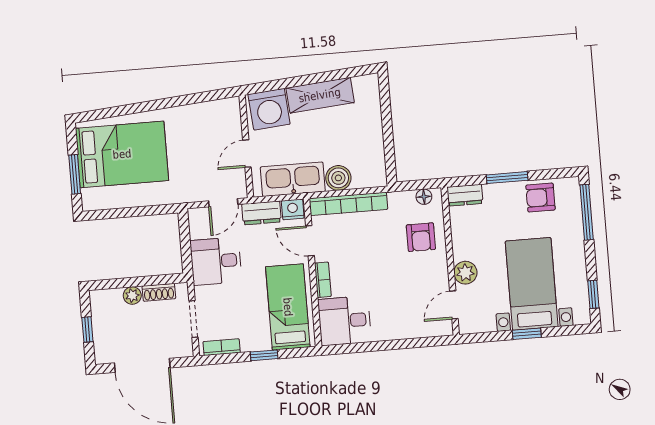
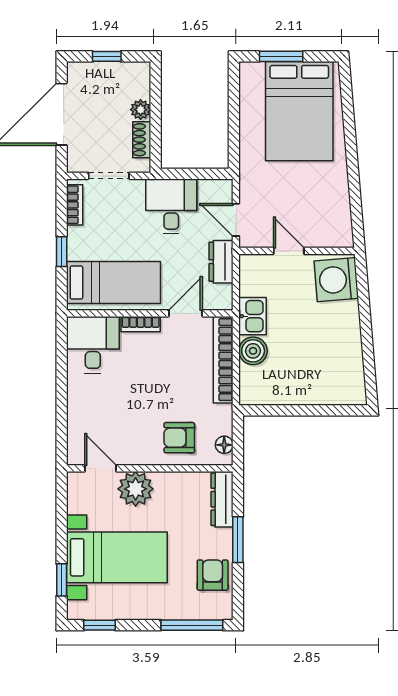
shelving: (320, 95) -> (347, 338), removed
kitchen sink: (293, 179) -> (253, 316), width x0.53, depth x0.81
dresser: (465, 195) -> (222, 499), width x1.44
nightstand: (293, 209) -> (222, 297), removed
plant: (465, 273) -> (136, 489), width x1.36, depth x1.36
window: (527, 334) -> (62, 580), moved

